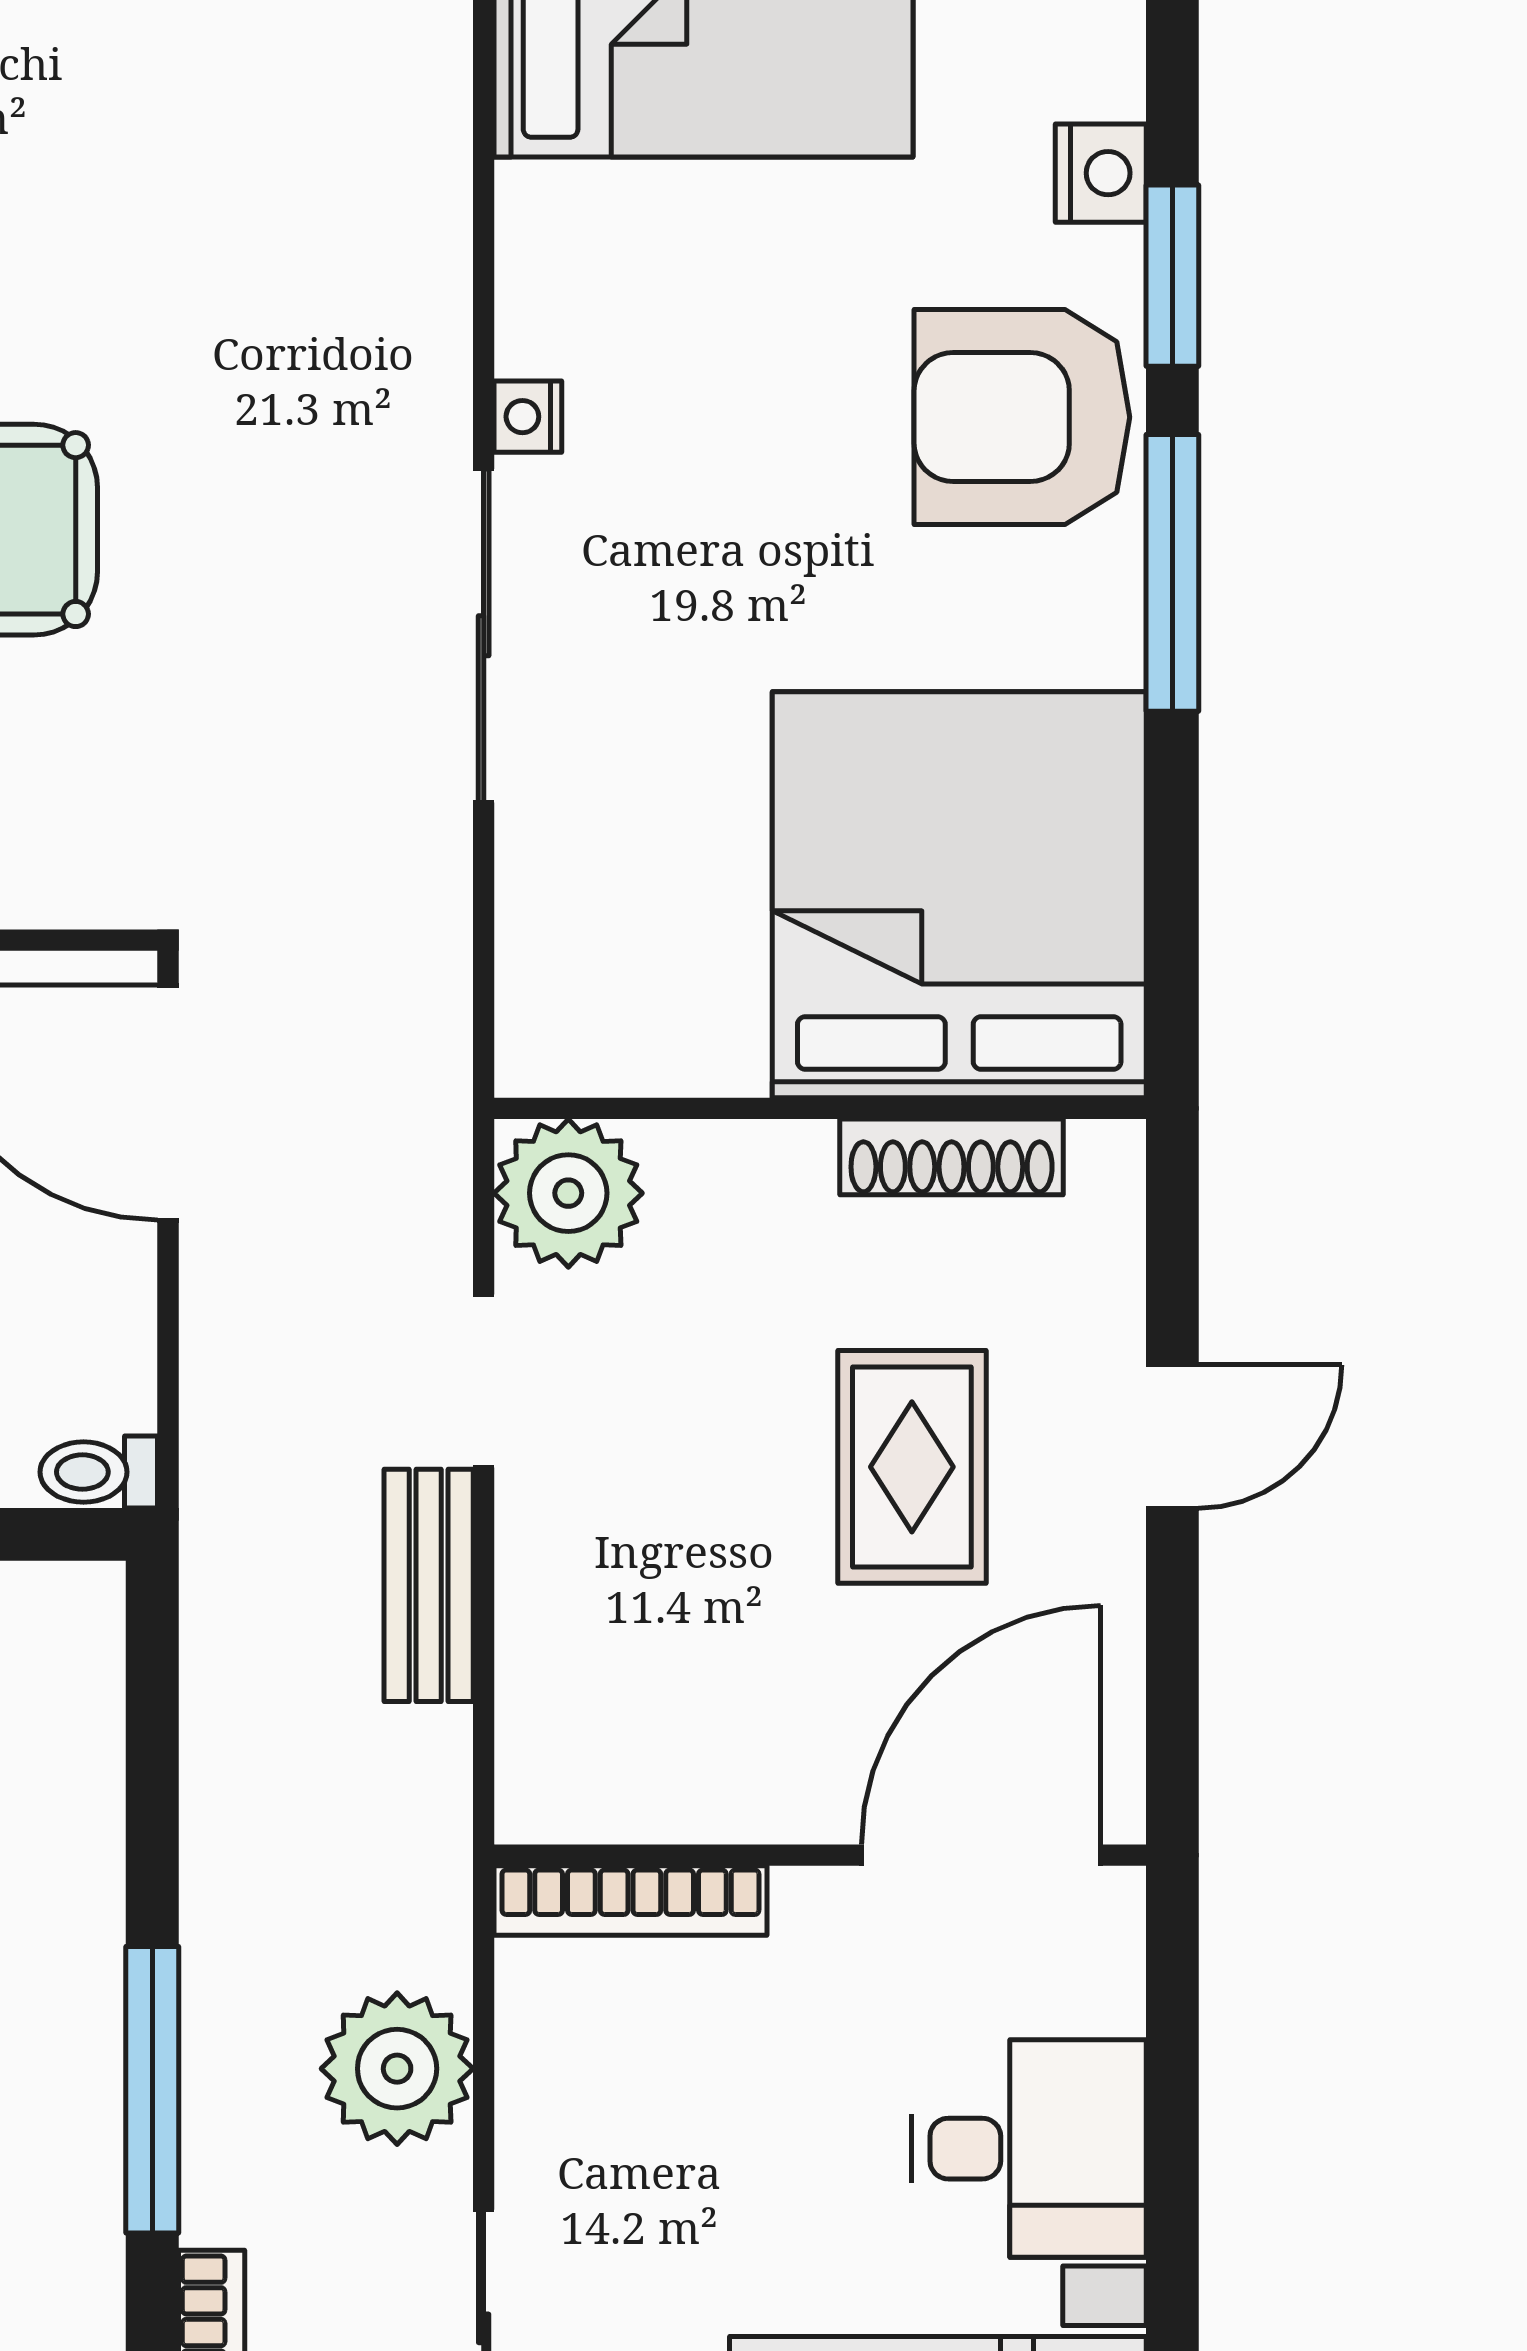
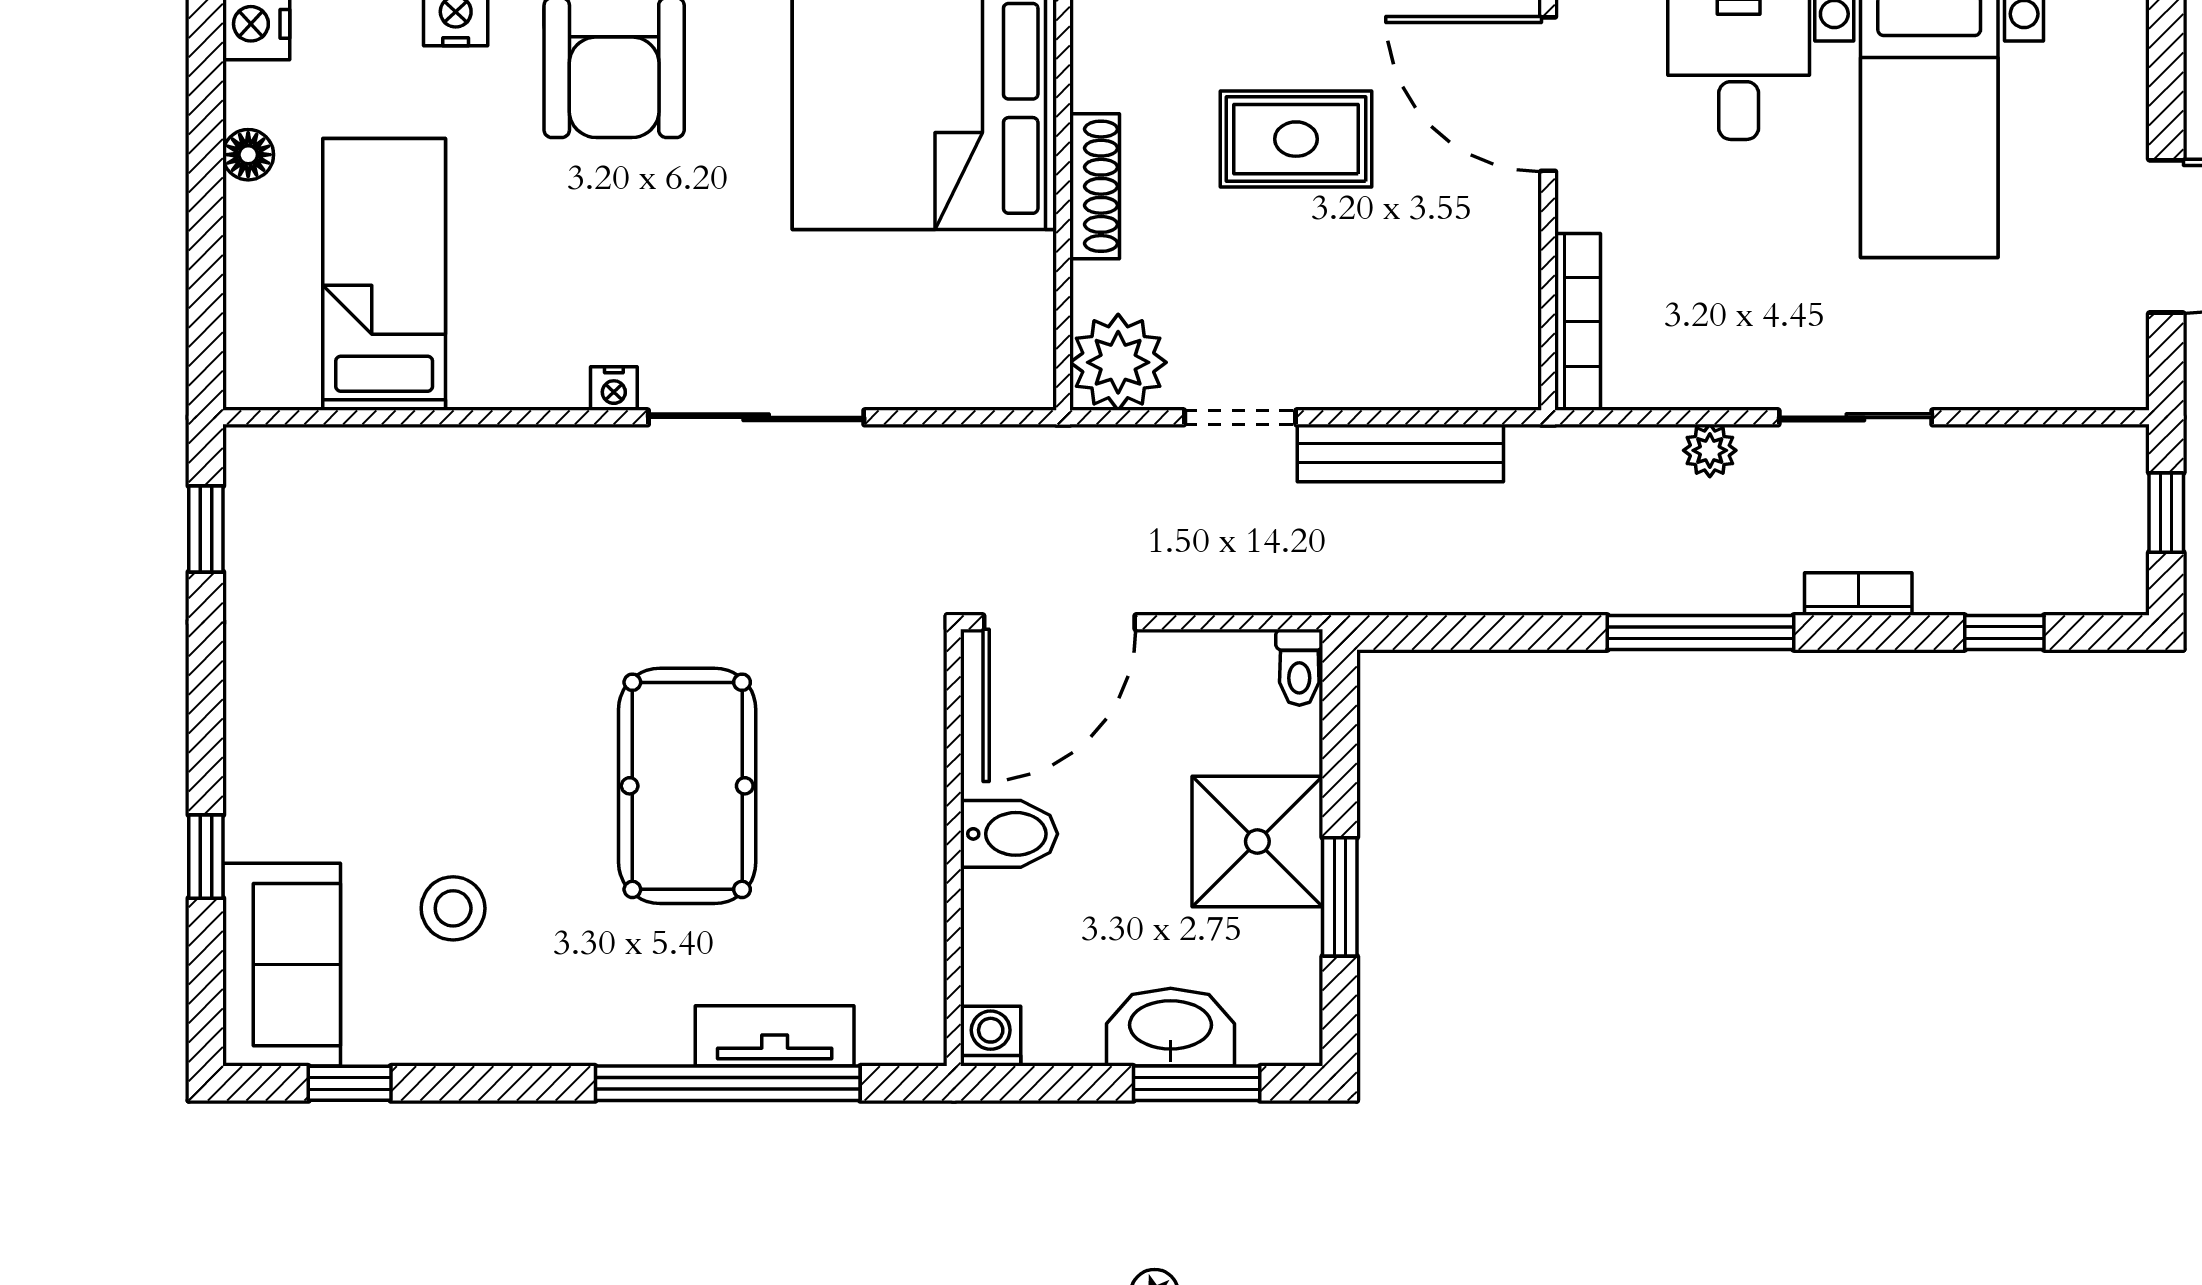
shoe rack: (952, 1157) -> (1095, 186), moved
bench: (429, 1585) -> (1400, 453), width x1.36
plant: (397, 2069) -> (1710, 450), width x0.53, depth x0.53

